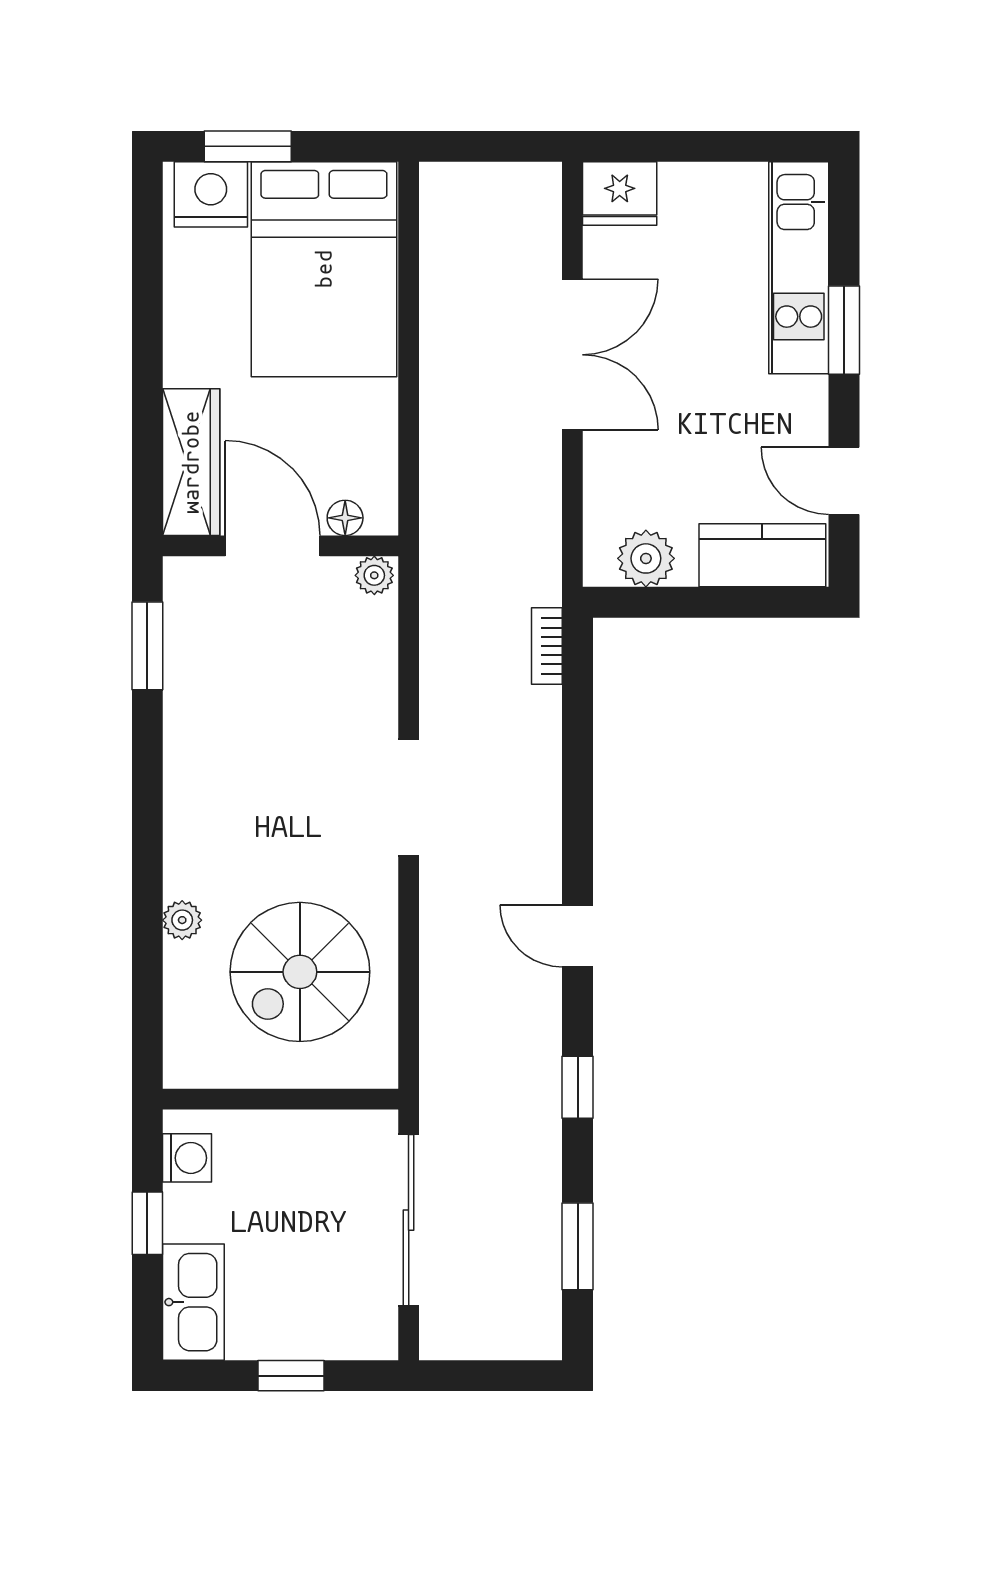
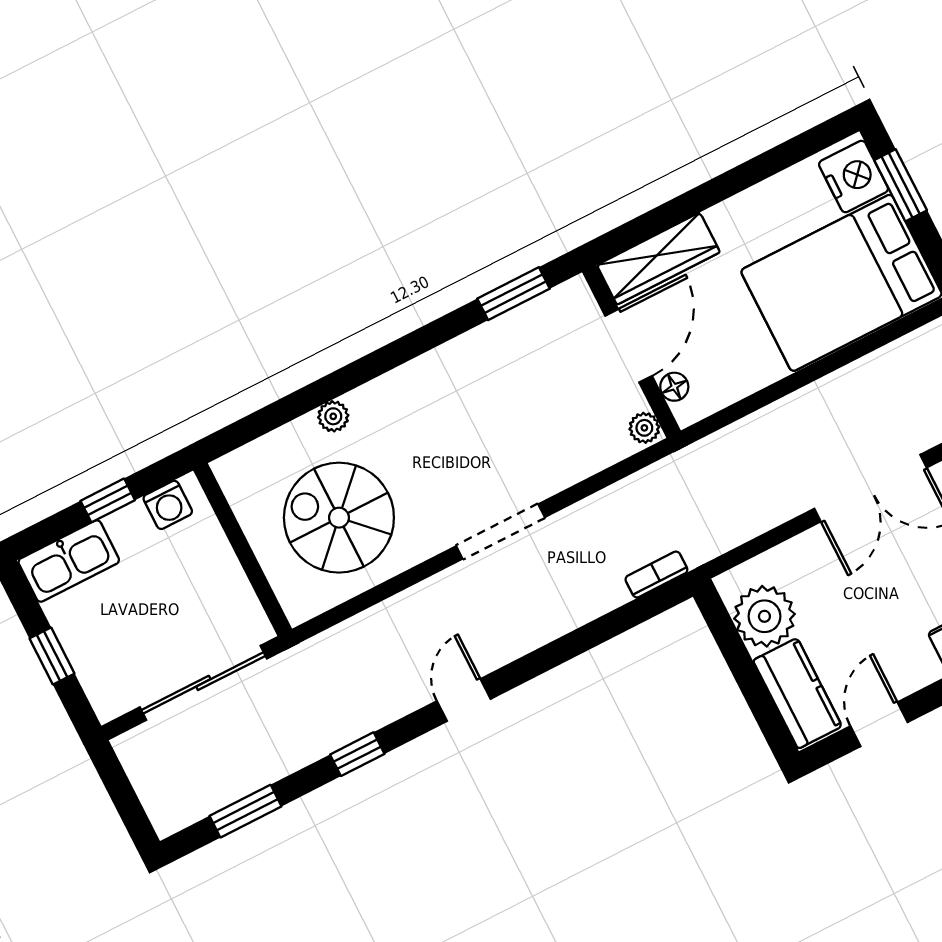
plant: (646, 558) -> (764, 616), width x1.36, depth x1.36

